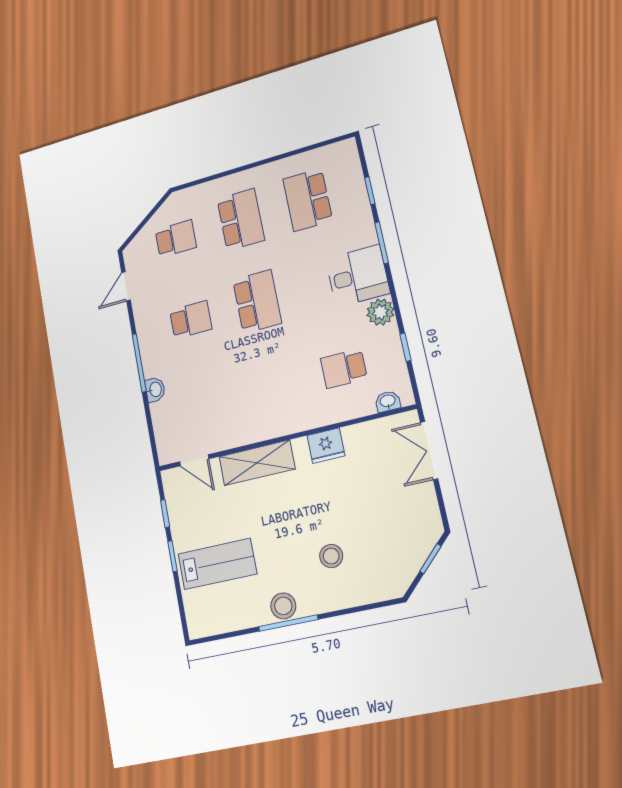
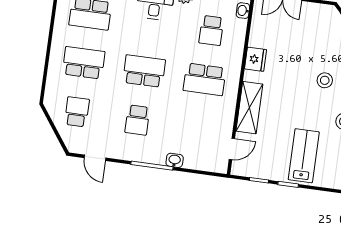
school desk: (191, 320) -> (137, 120), turned 180
school desk: (274, 386) -> (205, 79), added

